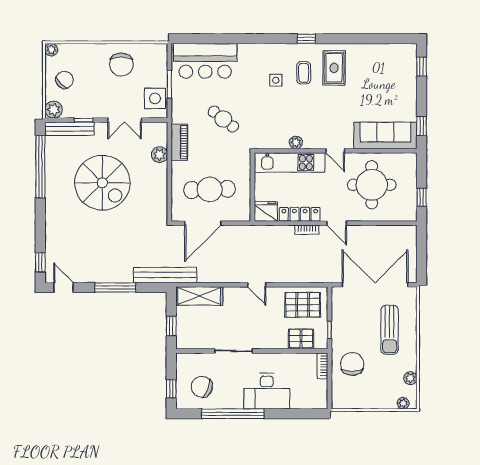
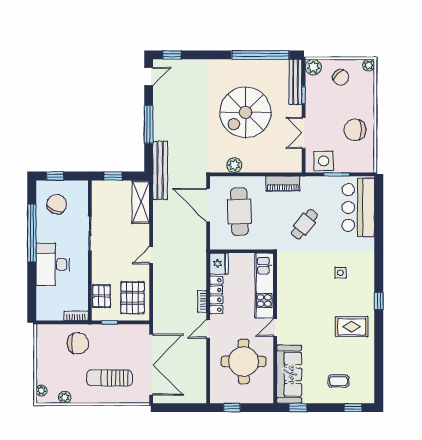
coffee table: (304, 73) -> (339, 381), moved
plant: (296, 142) -> (283, 291), removed
plant: (160, 155) -> (234, 165), moved

